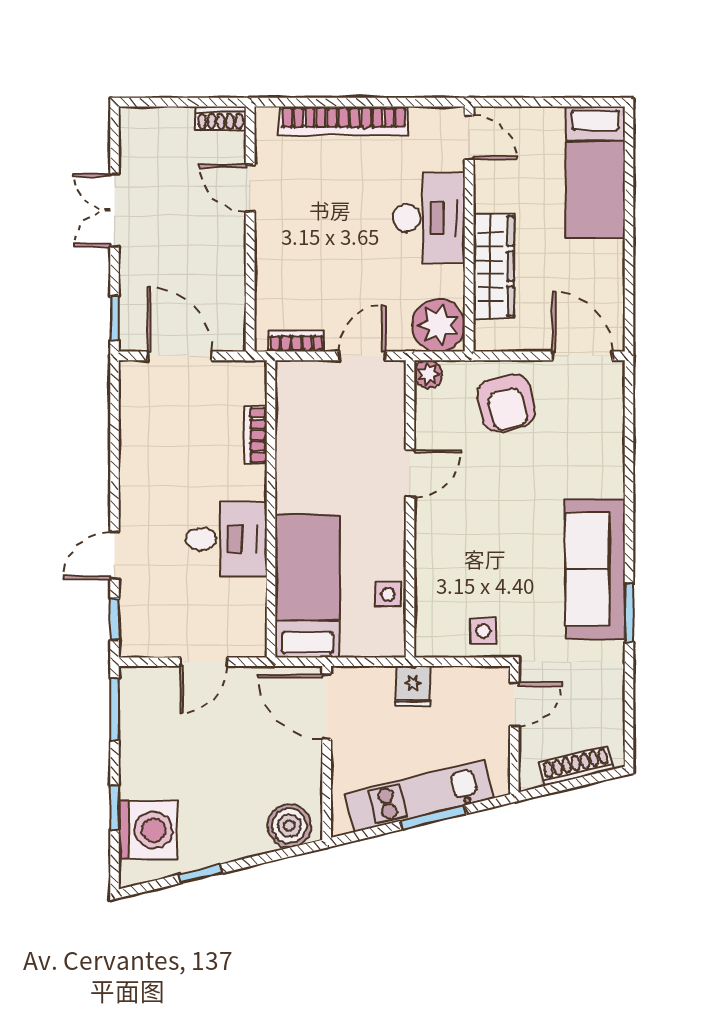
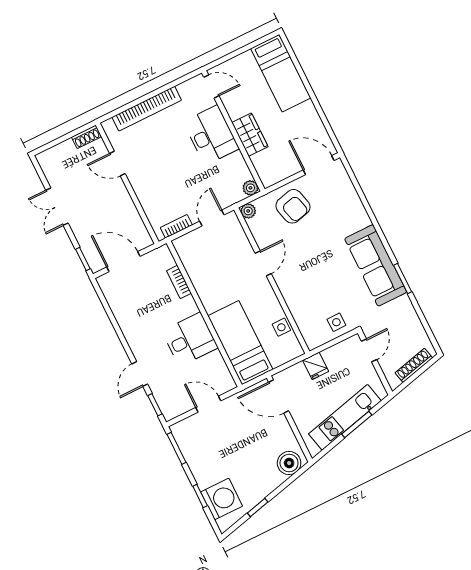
wardrobe: (494, 266) -> (250, 135), width x0.67
plant: (439, 325) -> (250, 188), width x0.53, depth x0.53
door: (204, 662) -> (208, 404), swing flipped

